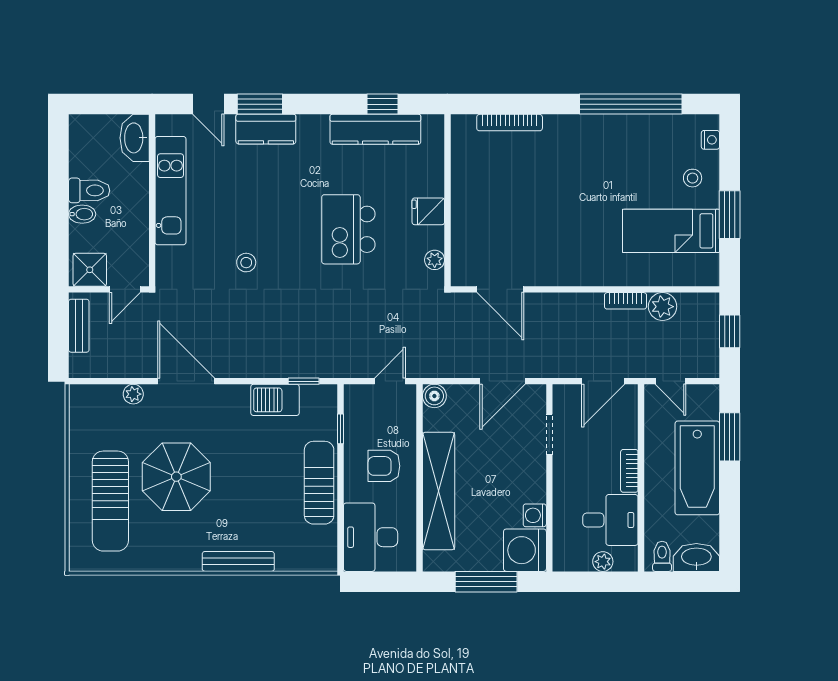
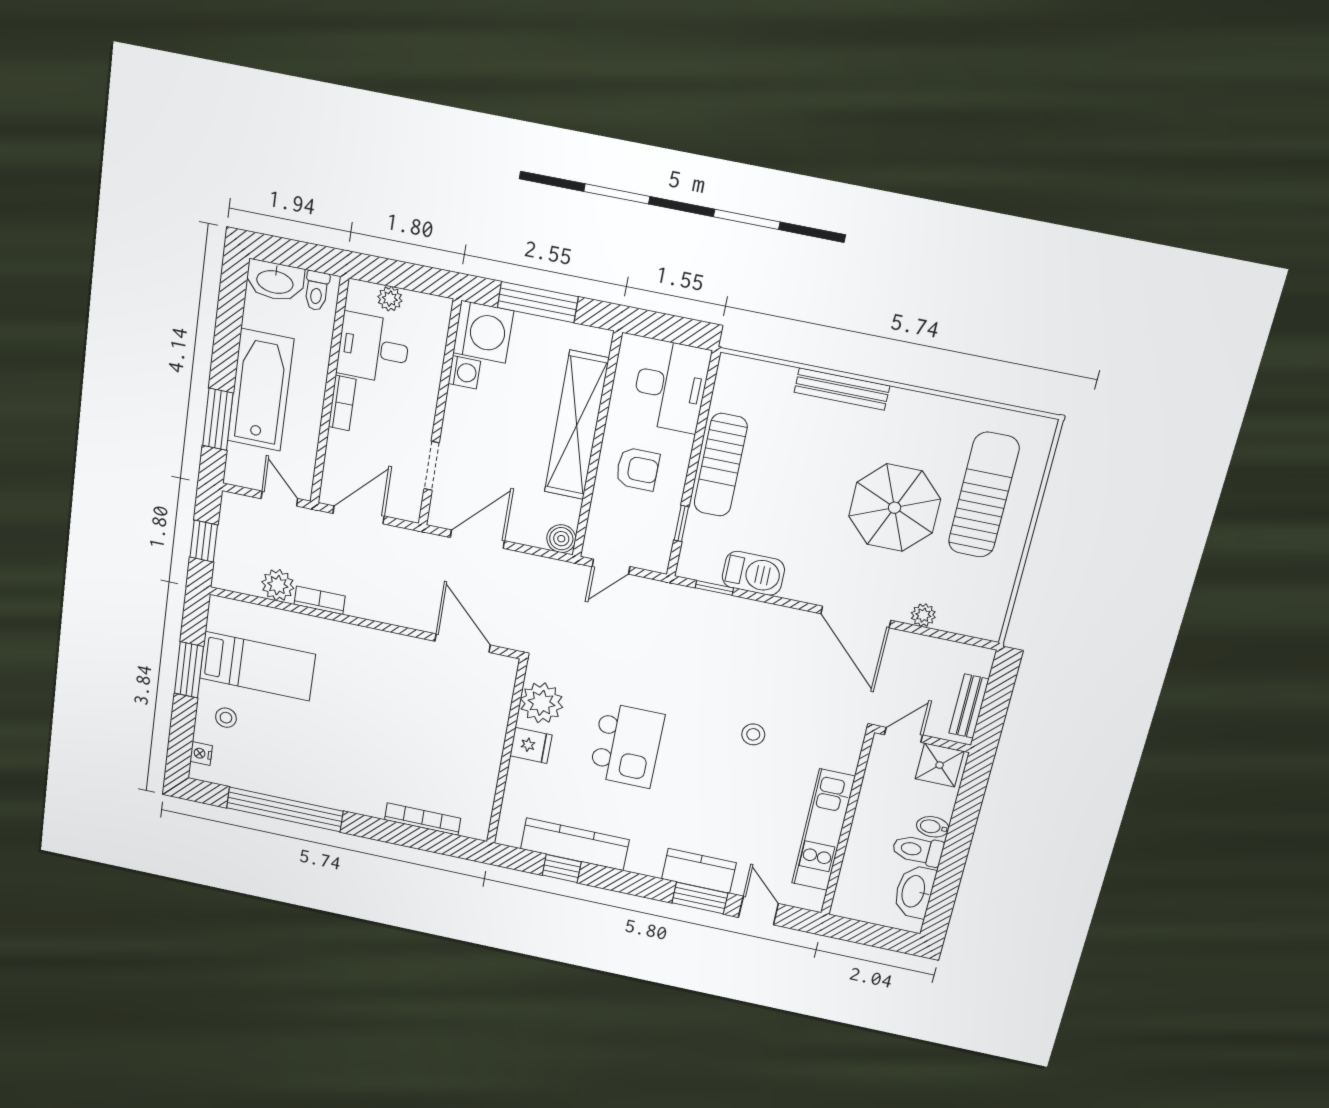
washbasin: (135, 138) -> (914, 892), moved, turned 180
plant: (435, 260) -> (541, 703), width x1.88, depth x1.88

